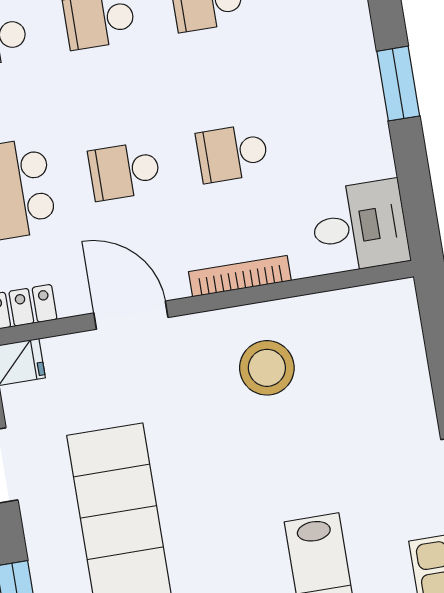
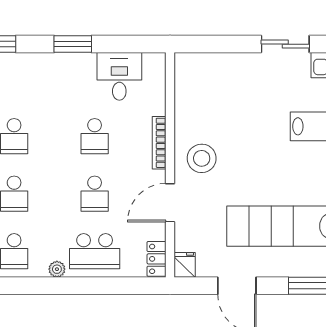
desk: (360, 226) -> (119, 76), moved
stool: (267, 368) -> (202, 158), moved

